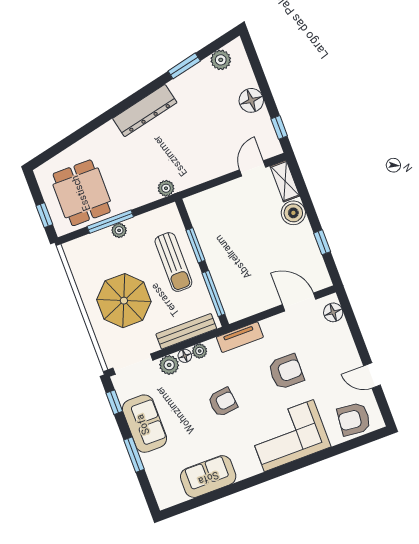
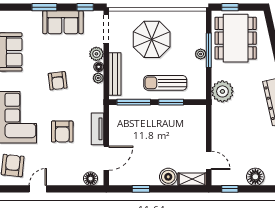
plant: (166, 188) -> (222, 91), width x1.88, depth x1.88
dining table: (82, 193) -> (236, 38), width x1.38
tv unit: (240, 337) -> (97, 129), moved

